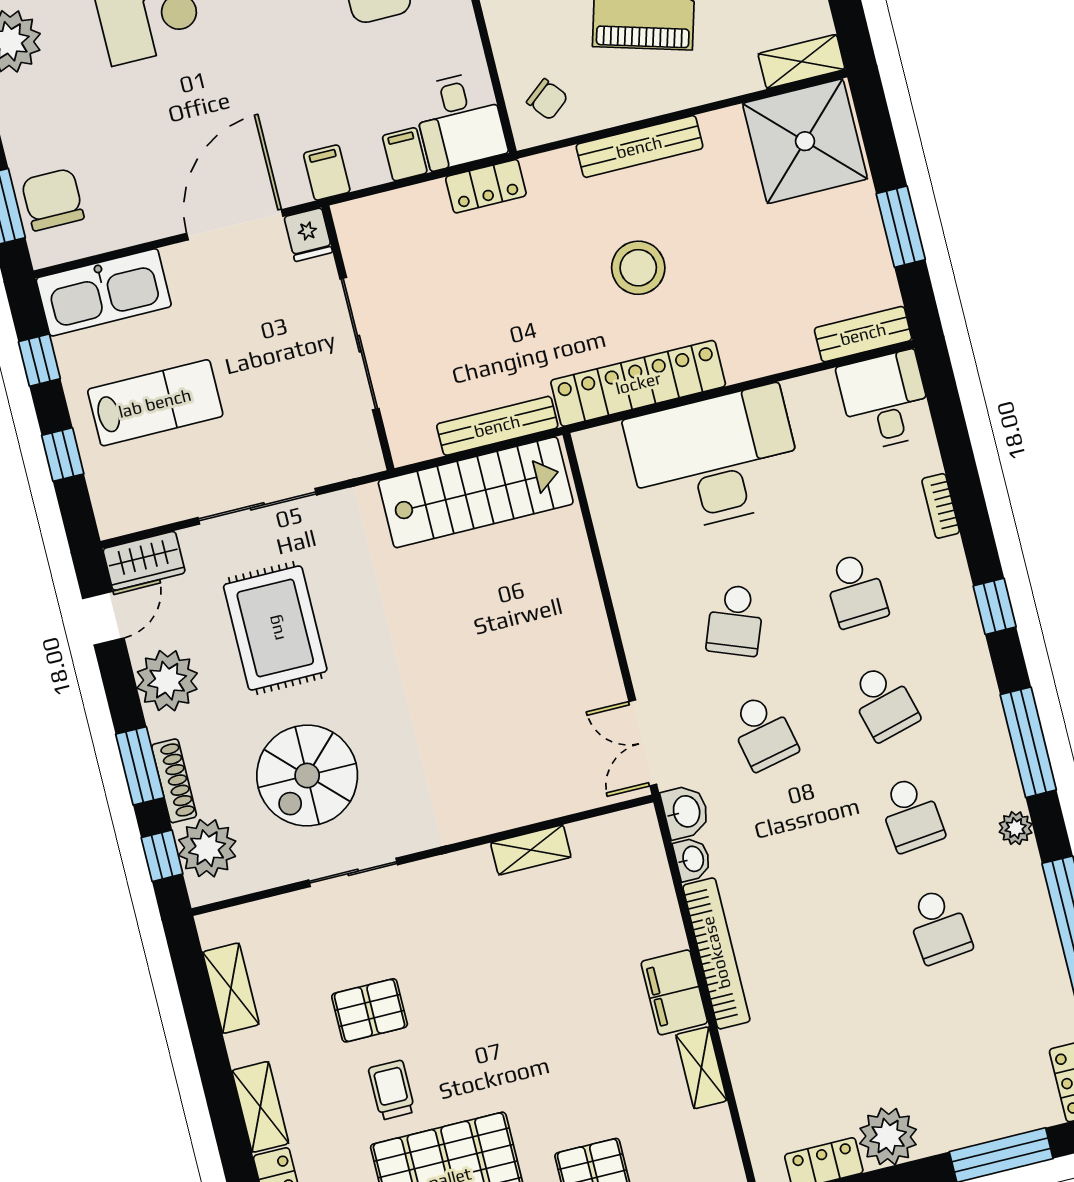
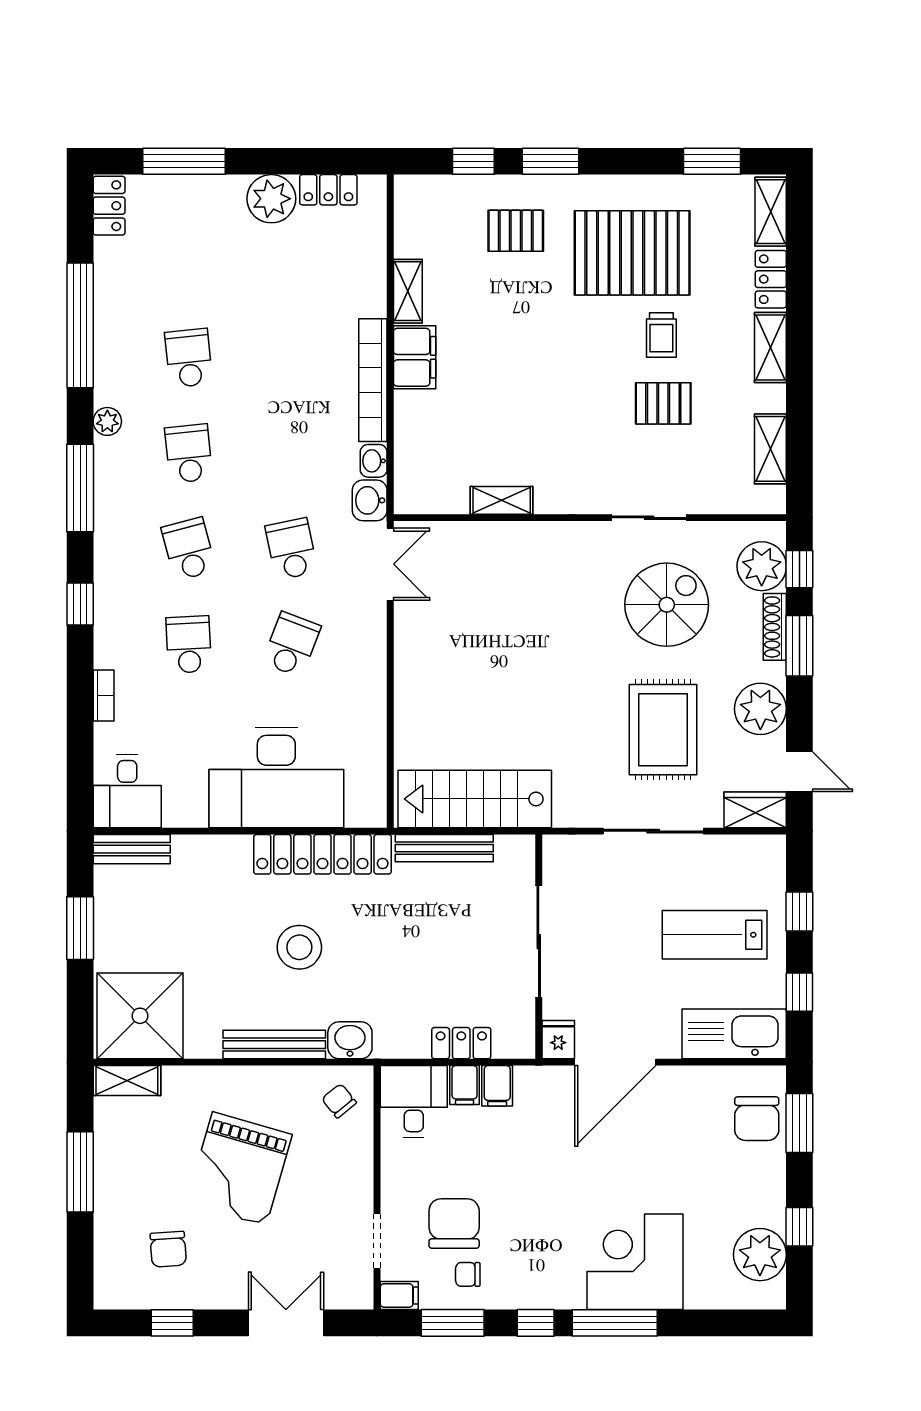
filing cabinet: (327, 173) -> (497, 1086), moved
washbasin: (552, 173) -> (350, 1040), added
locker: (486, 186) -> (461, 1043), moved
door: (103, 618) -> (799, 772), swing flipped

